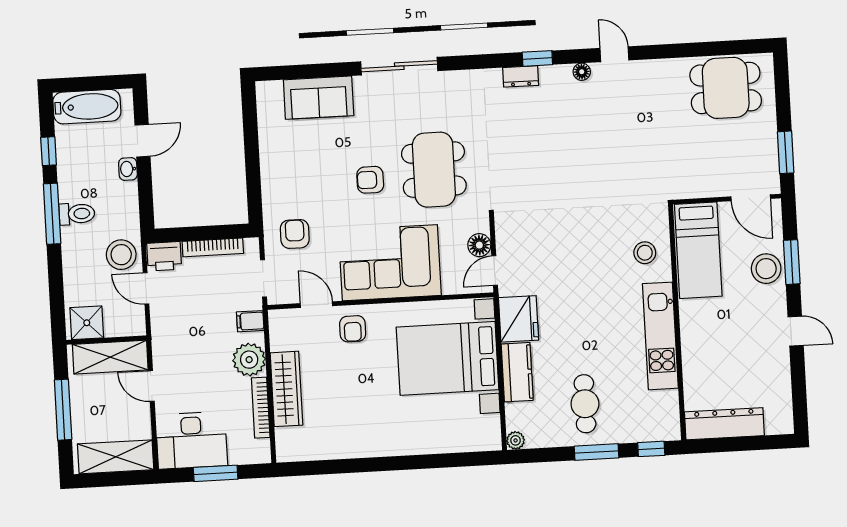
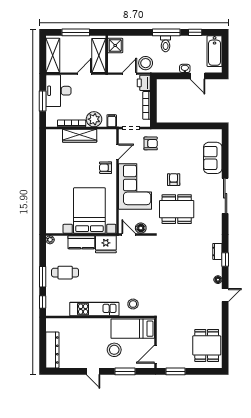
stool: (766, 269) -> (114, 350), moved
door: (796, 331) -> (93, 371), hinge flipped
dresser: (724, 424) -> (52, 350), moved

